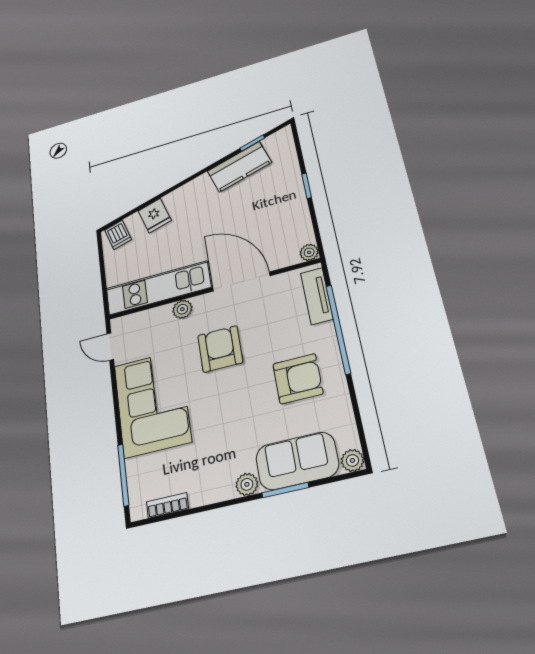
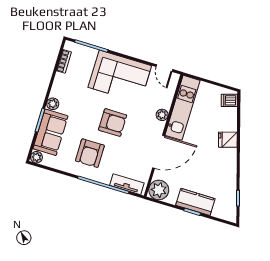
kitchen counter: (239, 167) -> (195, 202), moved, turned 106
fridge: (155, 216) -> (228, 140), moved
plant: (309, 252) -> (159, 190), width x1.87, depth x1.87
door: (110, 347) -> (164, 68), swing flipped
armchair: (220, 349) -> (113, 123), moved

